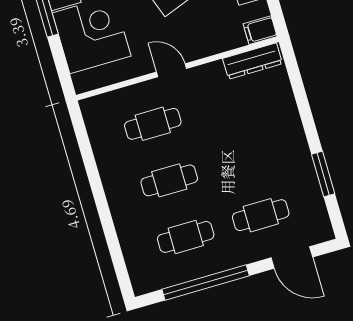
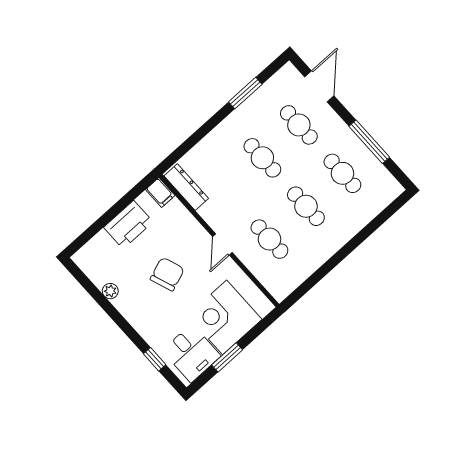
cafe table: (244, 159) -> (262, 158), added
window: (206, 282) -> (369, 142), width x0.68

